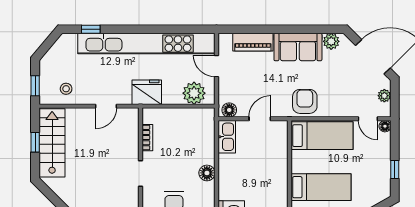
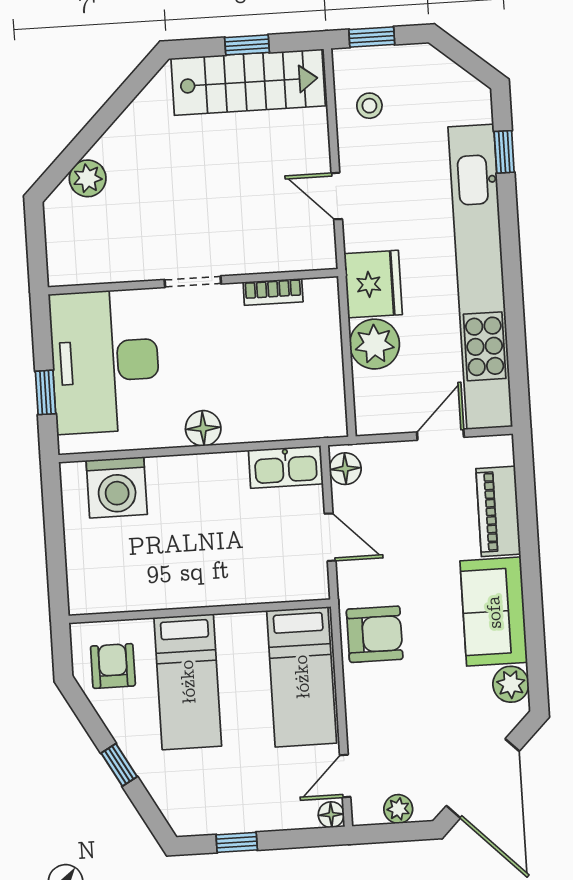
plant: (194, 93) -> (375, 344), moved

